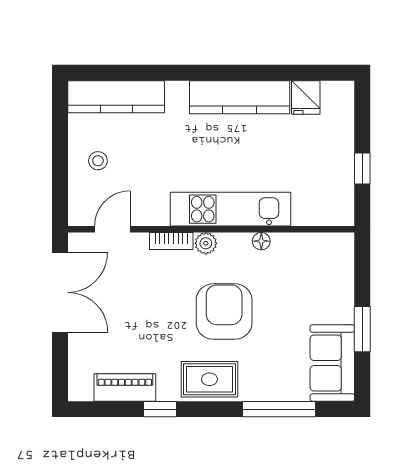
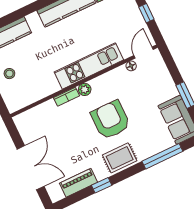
door: (112, 229) -> (144, 53), moved
floor lamp: (261, 241) -> (131, 66), moved
double door: (60, 292) -> (31, 168), moved

